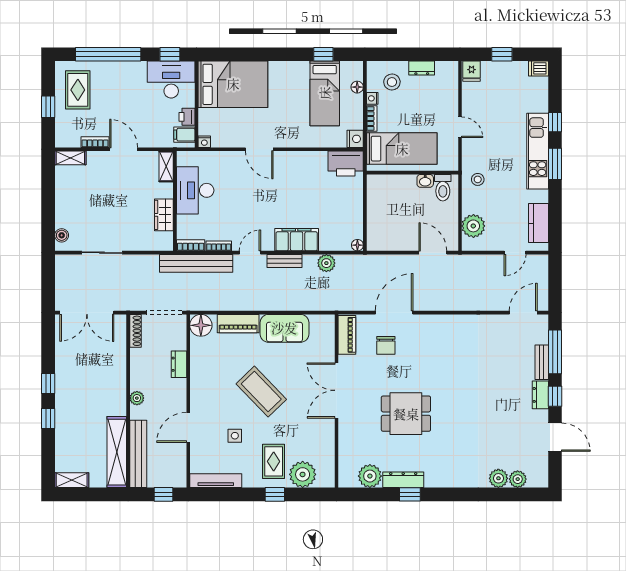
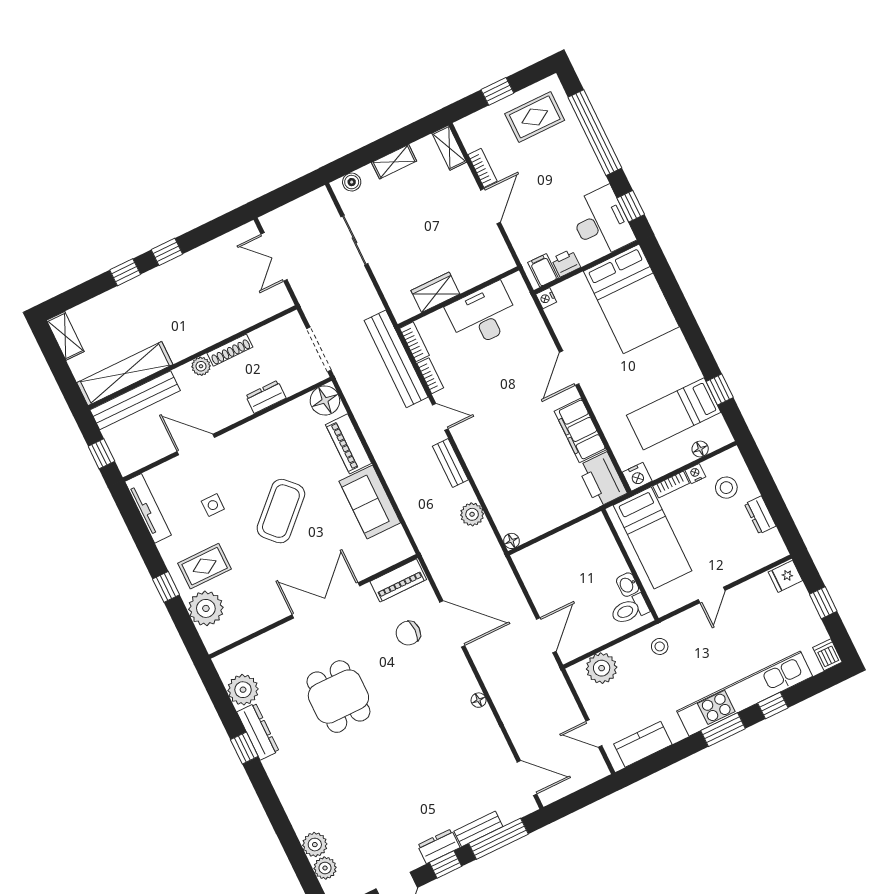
kitchen unit: (538, 151) -> (745, 694), width x1.36
shelving: (166, 166) -> (394, 162), moved
filing cabinet: (297, 240) -> (580, 430), moved, turned 180
double door: (87, 313) -> (274, 257), width x0.73
floor lamp: (454, 320) -> (479, 700), added
shoe rack: (135, 331) -> (230, 350), moved

